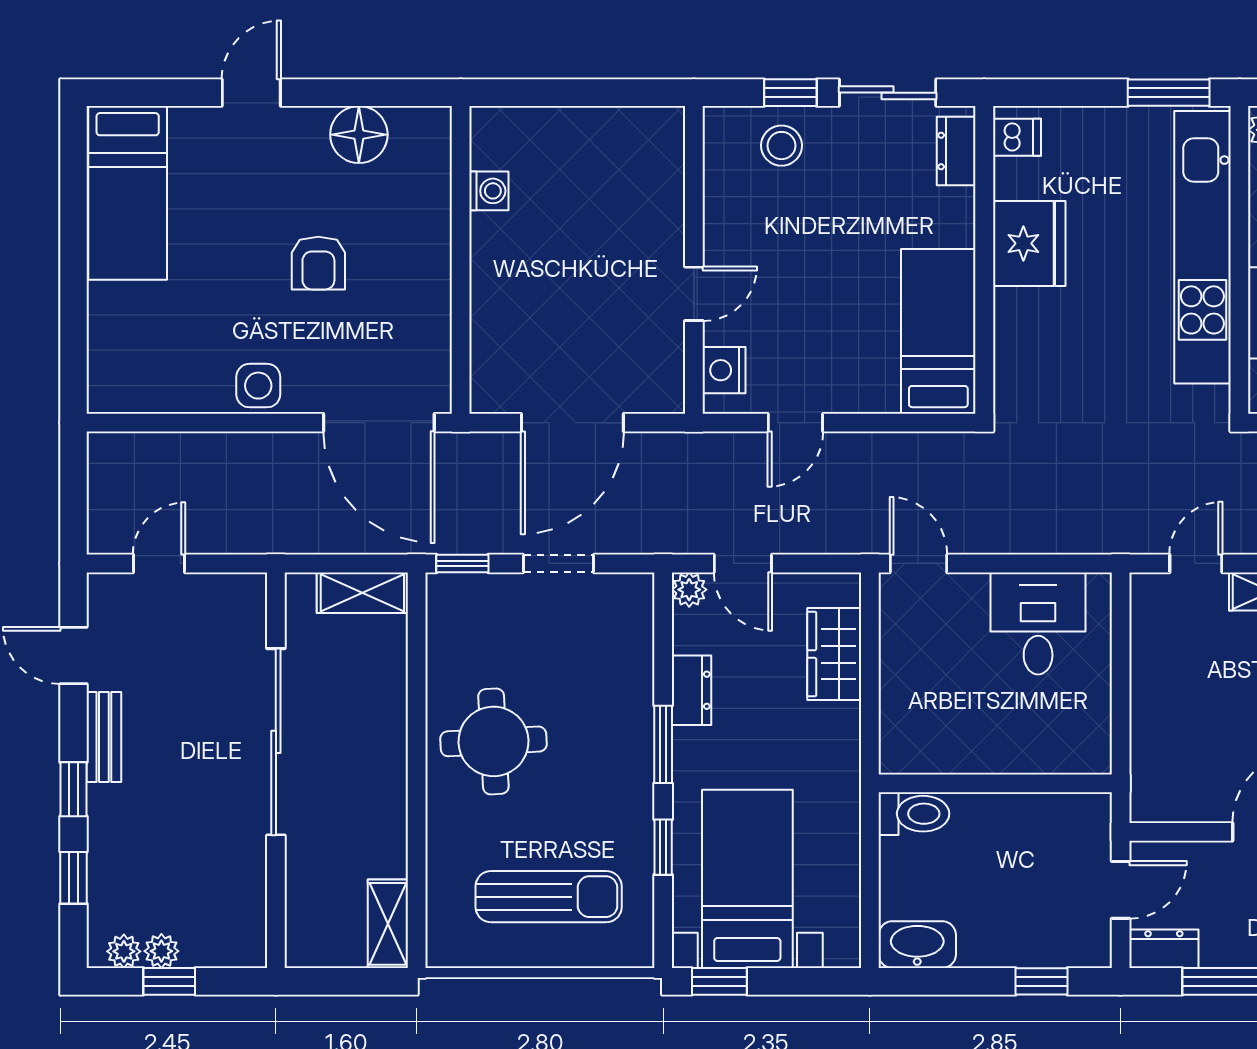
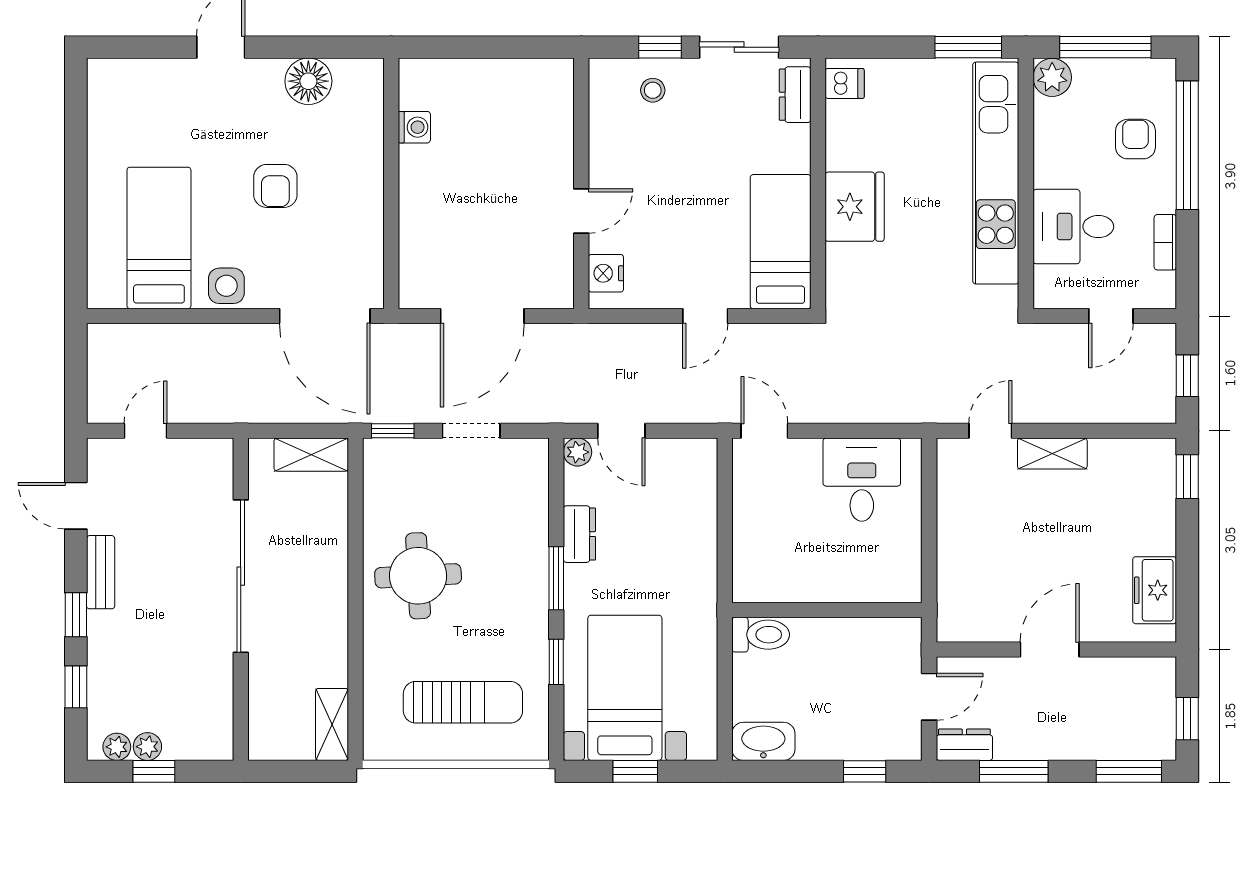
stool: (781, 146) -> (653, 90), width x0.73, depth x0.73
bed: (128, 193) -> (159, 238), moved, turned 180
fridge: (1029, 243) -> (855, 207), moved
door: (795, 423) -> (705, 316), moved
wardrobe: (834, 654) -> (696, 505), removed
window: (719, 981) -> (635, 771), moved

